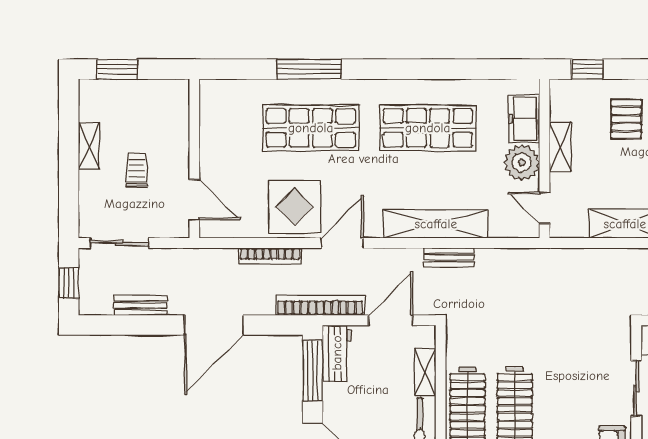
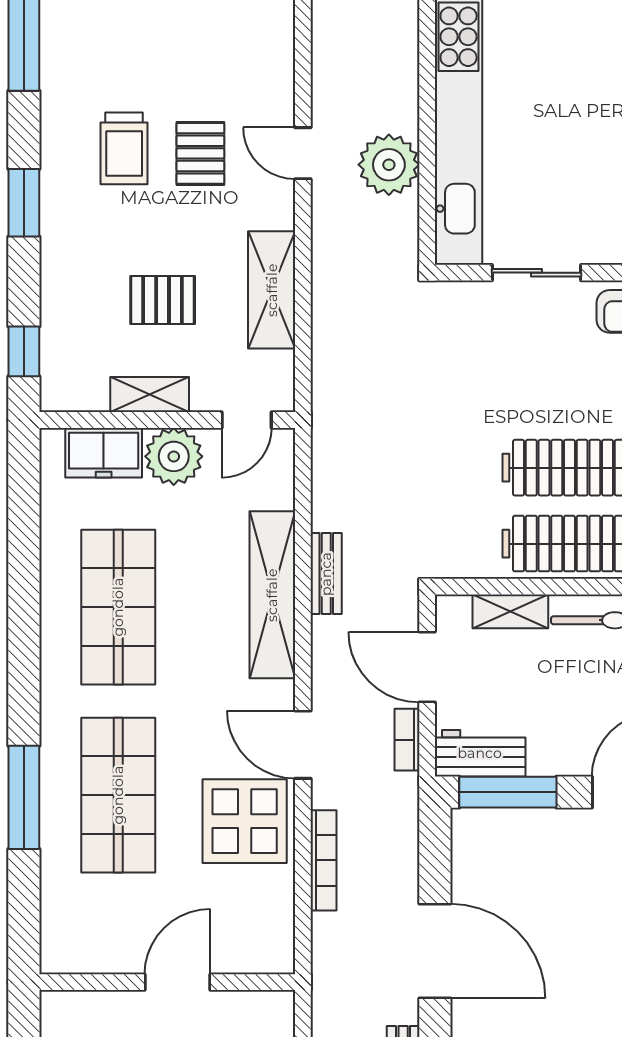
pallet: (626, 119) -> (163, 300), moved
door: (194, 200) -> (177, 982), moved
bookcase: (320, 305) -> (407, 740), width x0.43, depth x0.76

